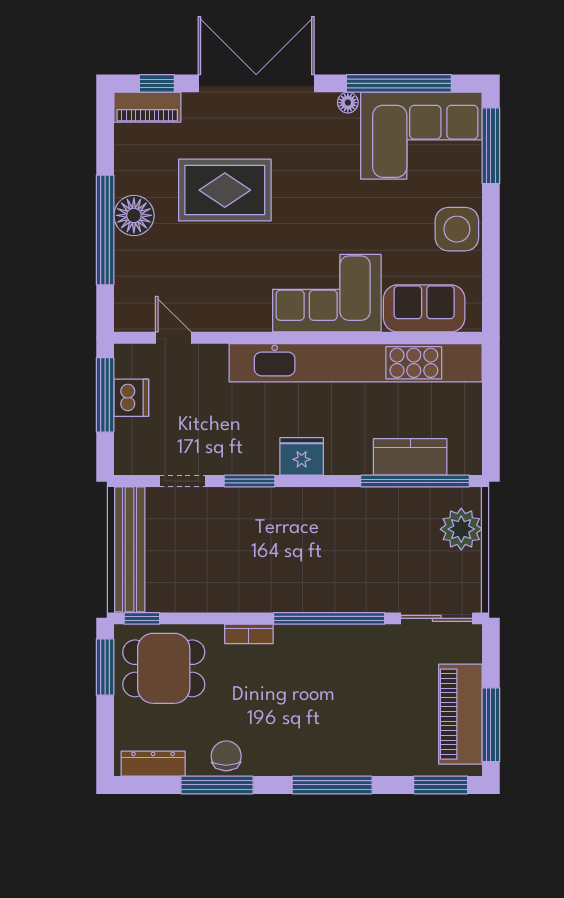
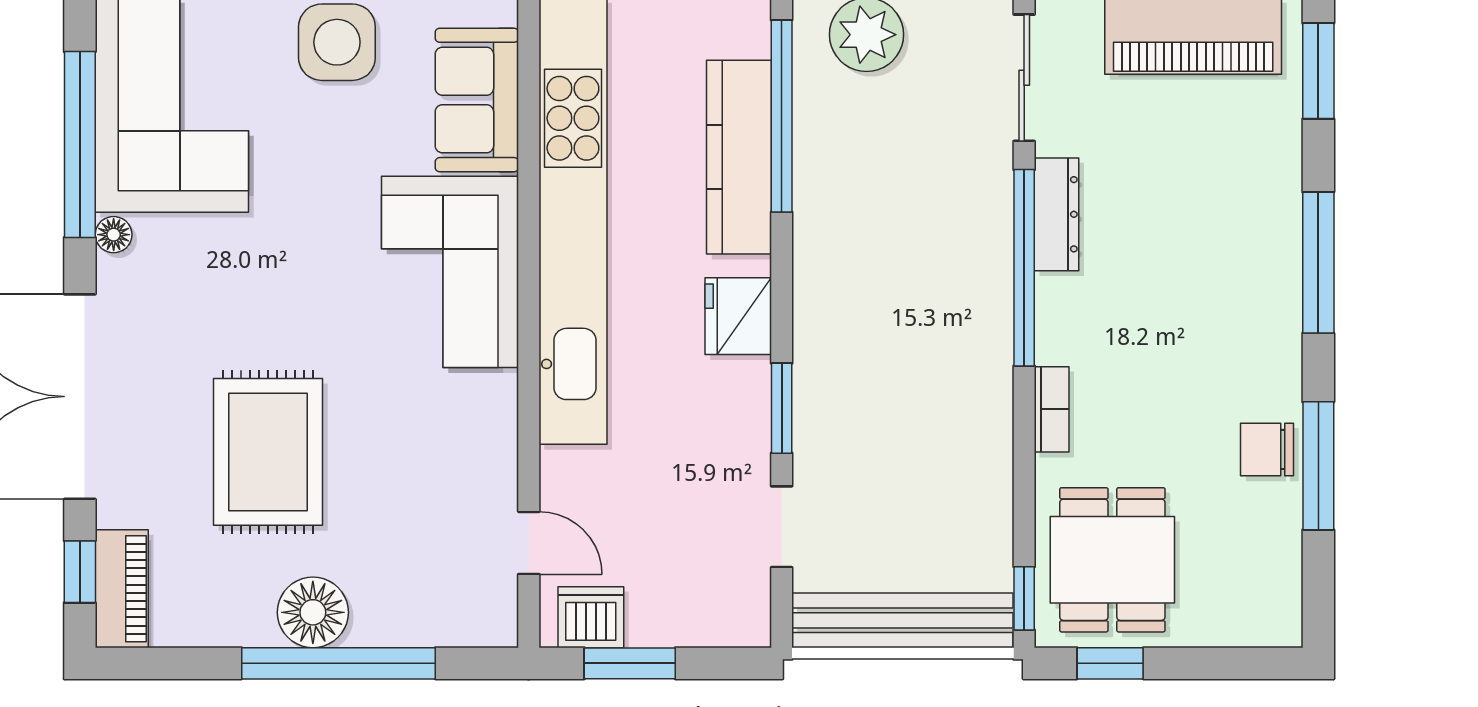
door: (173, 338) -> (529, 543), swing flipped
window: (105, 395) -> (630, 663), width x0.69
dishwasher: (131, 398) -> (591, 617), moved
kitchen counter: (410, 457) -> (739, 157), width x1.50
window: (105, 667) -> (1110, 663), width x0.67
dresser: (153, 764) -> (1057, 214), moved, turned 180

